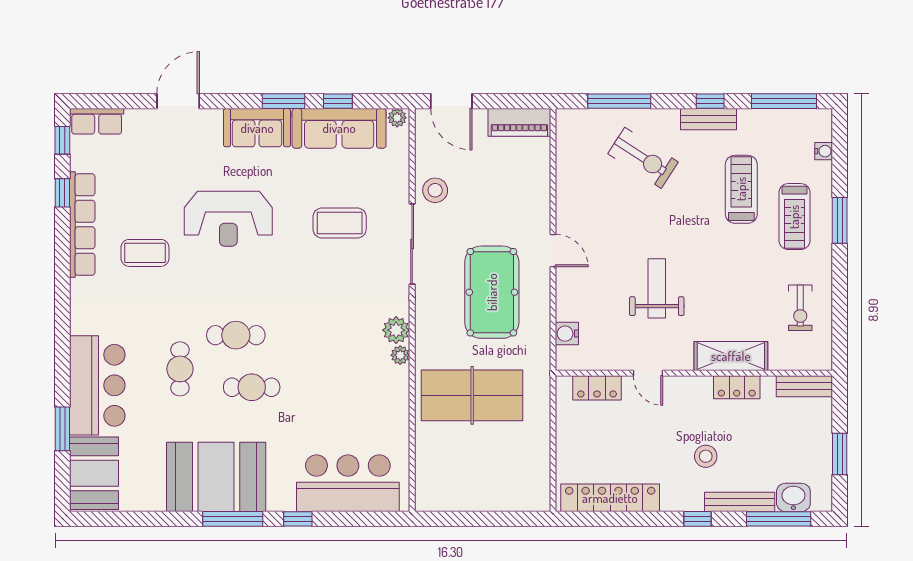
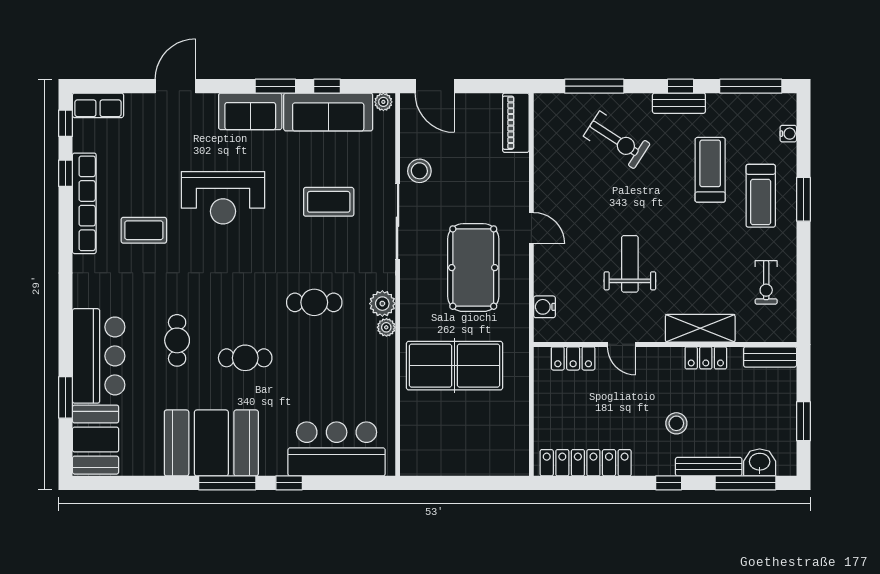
piano: (519, 122) -> (516, 123), moved, turned 90
cafe table: (236, 335) -> (314, 302), moved

